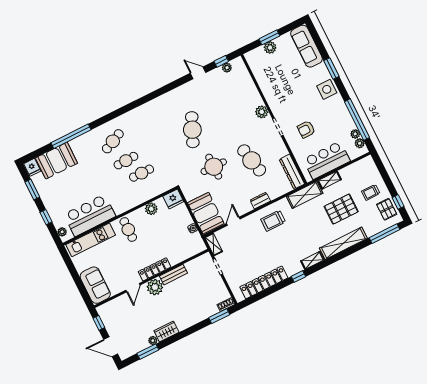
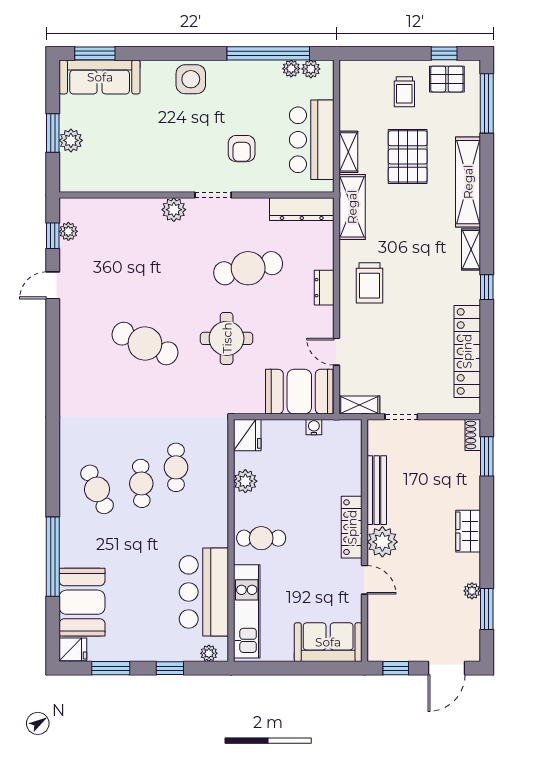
window: (331, 68) -> (95, 53), moved
bench: (173, 275) -> (377, 490), width x1.36
wardrobe: (166, 331) -> (468, 531), moved

